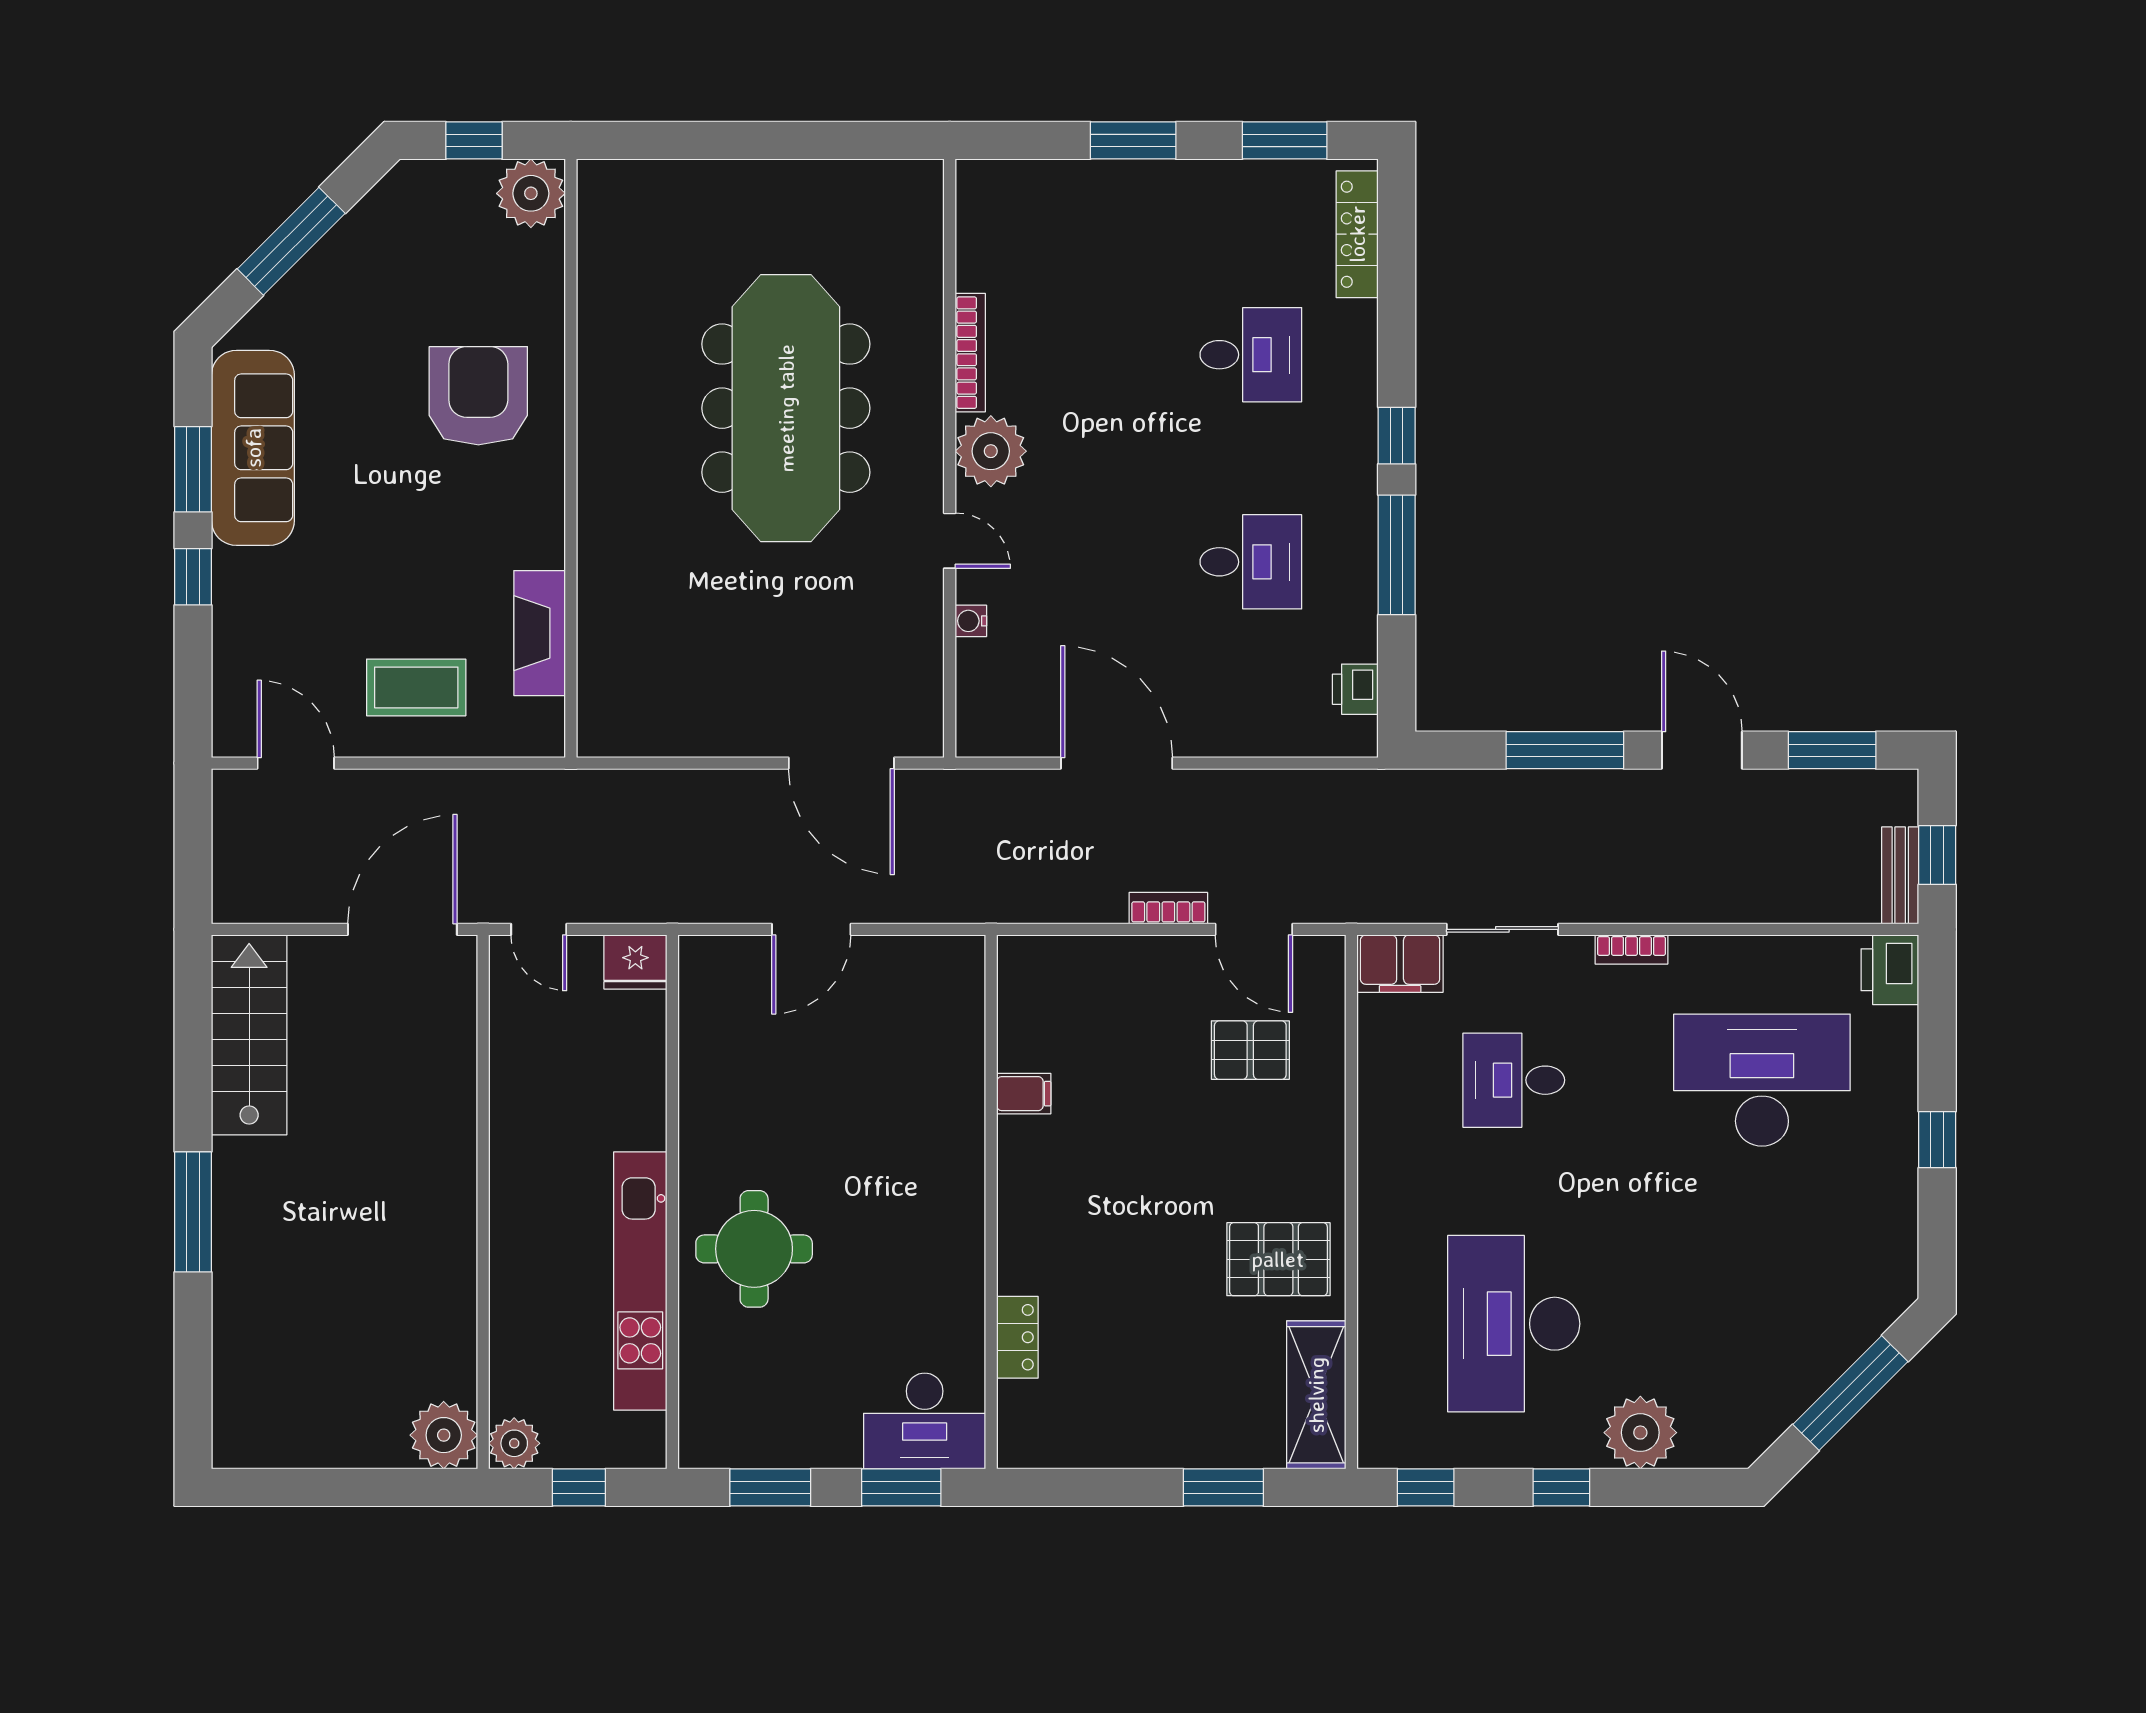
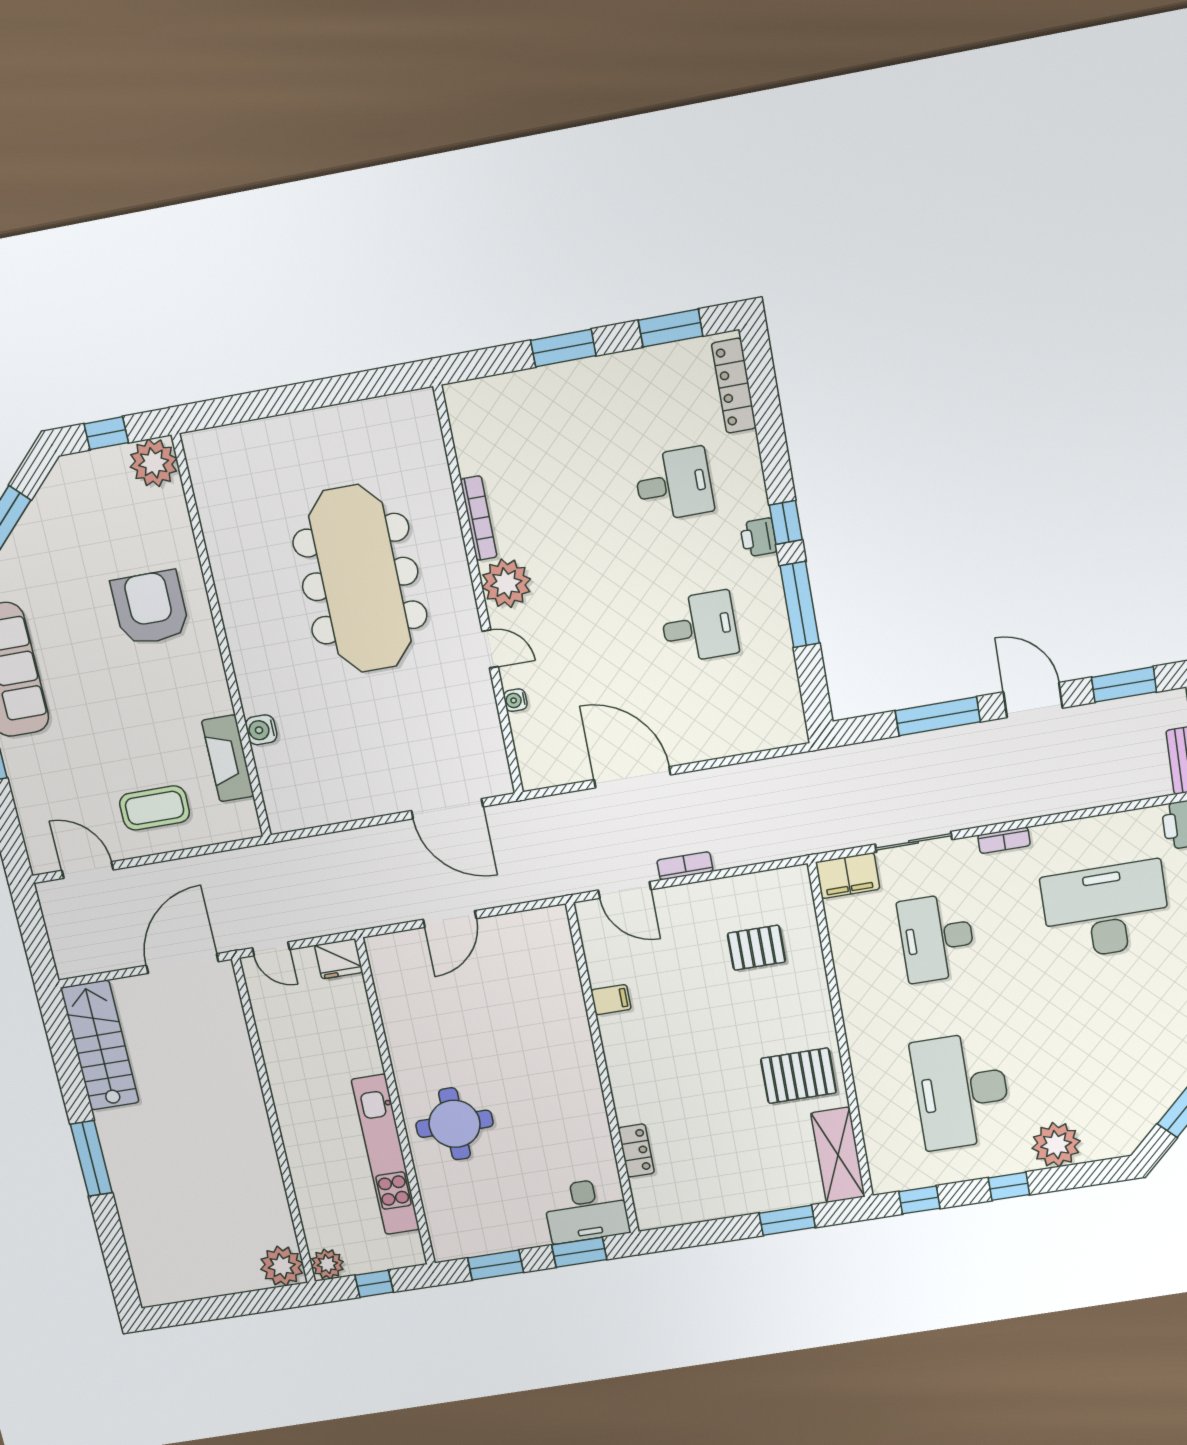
water cooler: (597, 600) -> (261, 730), added
printer: (1355, 689) -> (758, 537), moved
door: (1254, 929) -> (625, 890), moved
desk: (1514, 1080) -> (937, 938), width x1.37

